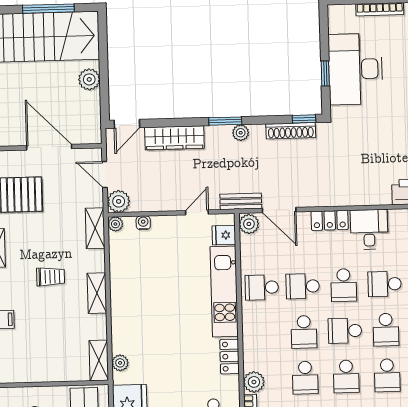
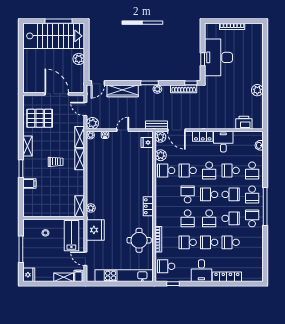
door: (197, 212) -> (123, 130), moved
kitchen unit: (224, 292) -> (146, 172), removed
shelving: (97, 293) -> (80, 159), moved
school desk: (386, 330) -> (231, 194), turned -90
school desk: (304, 332) -> (188, 194), turned 180
school desk: (387, 375) -> (231, 218), turned -90
plant: (254, 382) -> (161, 155), moved

